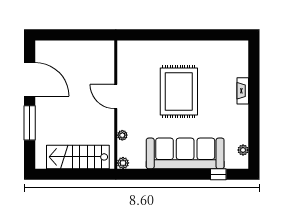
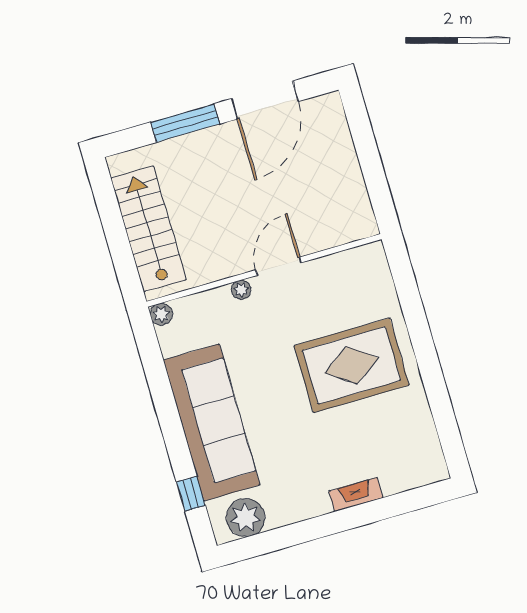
rug: (179, 92) -> (352, 365), moved
plant: (122, 135) -> (241, 290), moved
plant: (243, 150) -> (246, 518), width x1.88, depth x1.88

